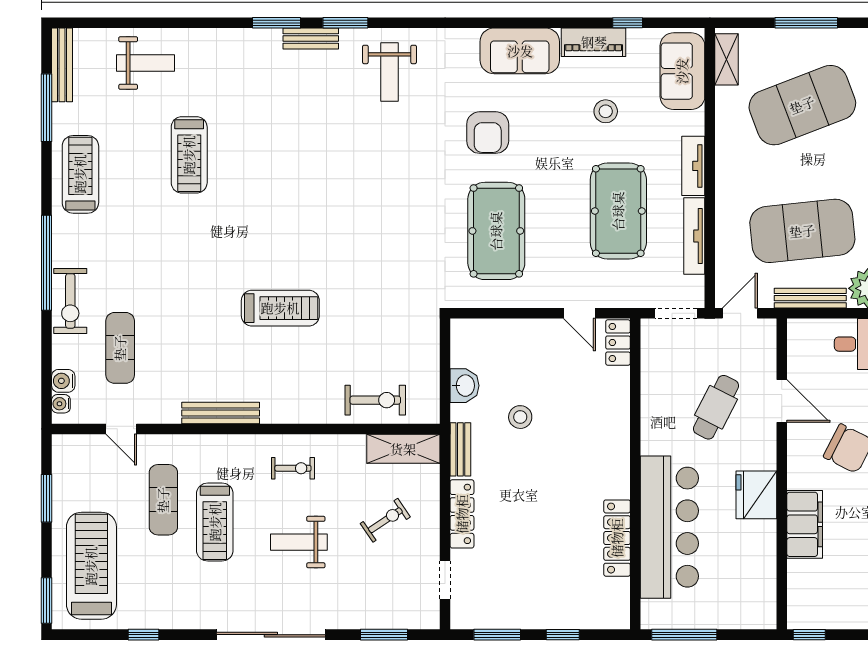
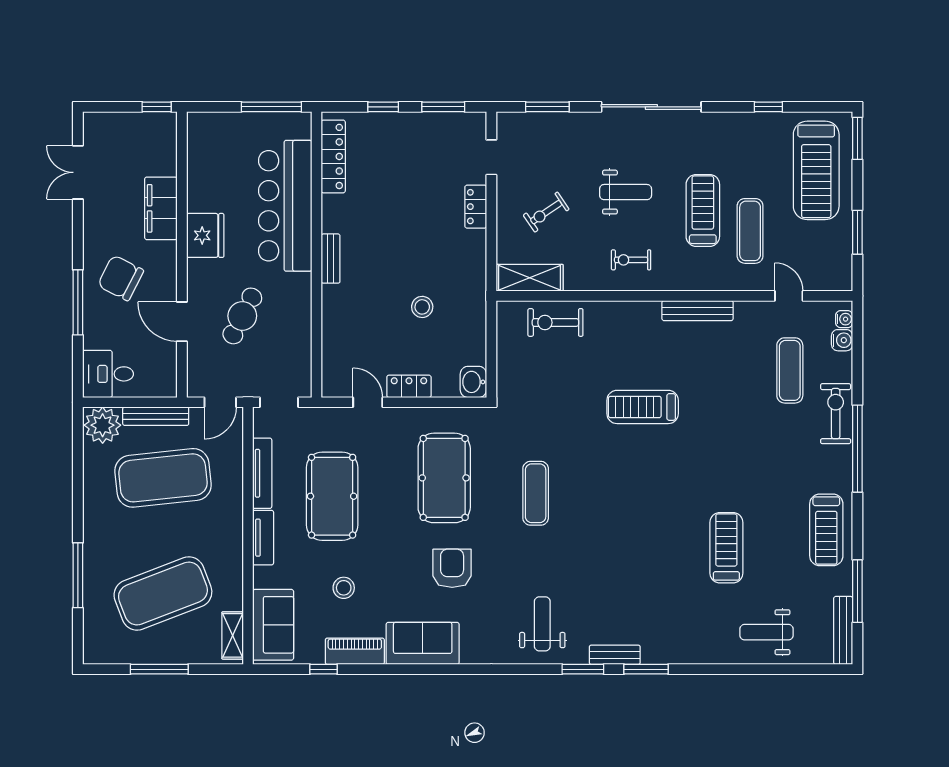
exercise mat: (397, 214) -> (536, 493), added
locker: (618, 342) -> (409, 386), moved, turned -90
washbasin: (465, 386) -> (473, 382), moved
bench: (460, 449) -> (331, 259), moved
locker: (462, 514) -> (476, 207), width x0.66
locker: (617, 538) -> (333, 156), moved

